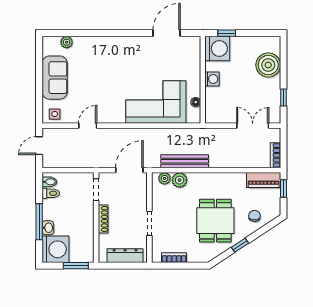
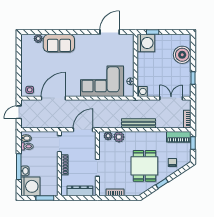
sofa: (55, 78) -> (59, 43), moved, turned 90
washing machine: (212, 79) -> (142, 91), moved
door: (88, 126) -> (53, 98), width x1.87
bench: (185, 161) -> (138, 123), moved

